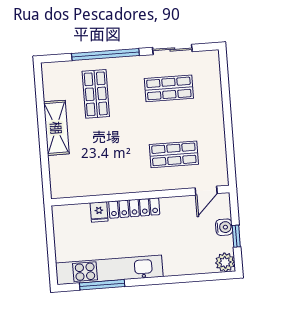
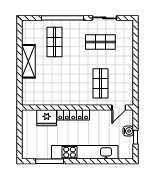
shop shelf: (174, 154) -> (100, 83), turned 90
fridge: (99, 212) -> (47, 118), width x1.88, depth x1.34
plant: (225, 262) -> (127, 153), removed
kitchen unit: (109, 270) -> (85, 152), moved

